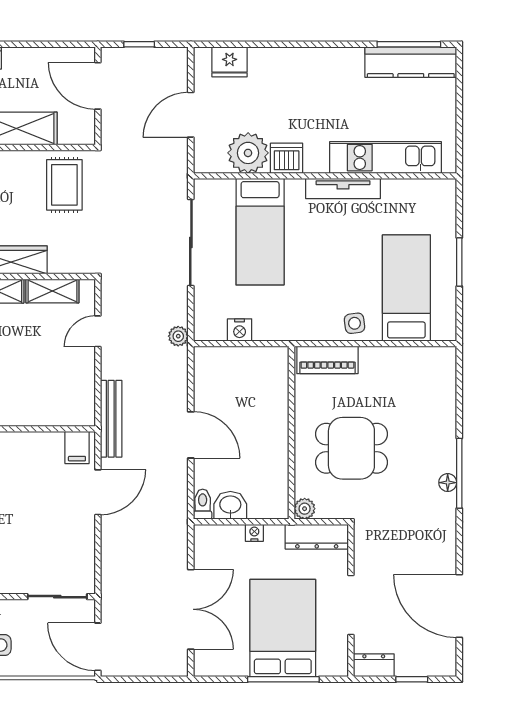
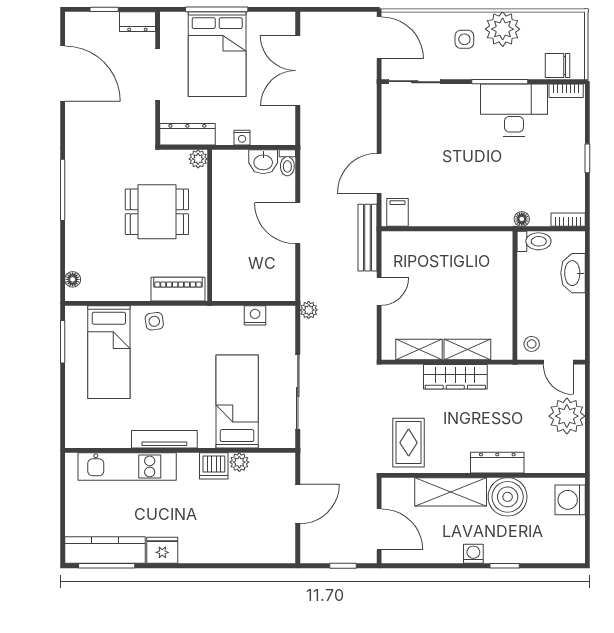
fridge: (230, 62) -> (162, 550), moved
plant: (248, 153) -> (239, 462), width x0.53, depth x0.53
window: (459, 262) -> (63, 342), moved
door: (98, 331) -> (379, 292), moved
floor lamp: (448, 483) -> (73, 279), moved

